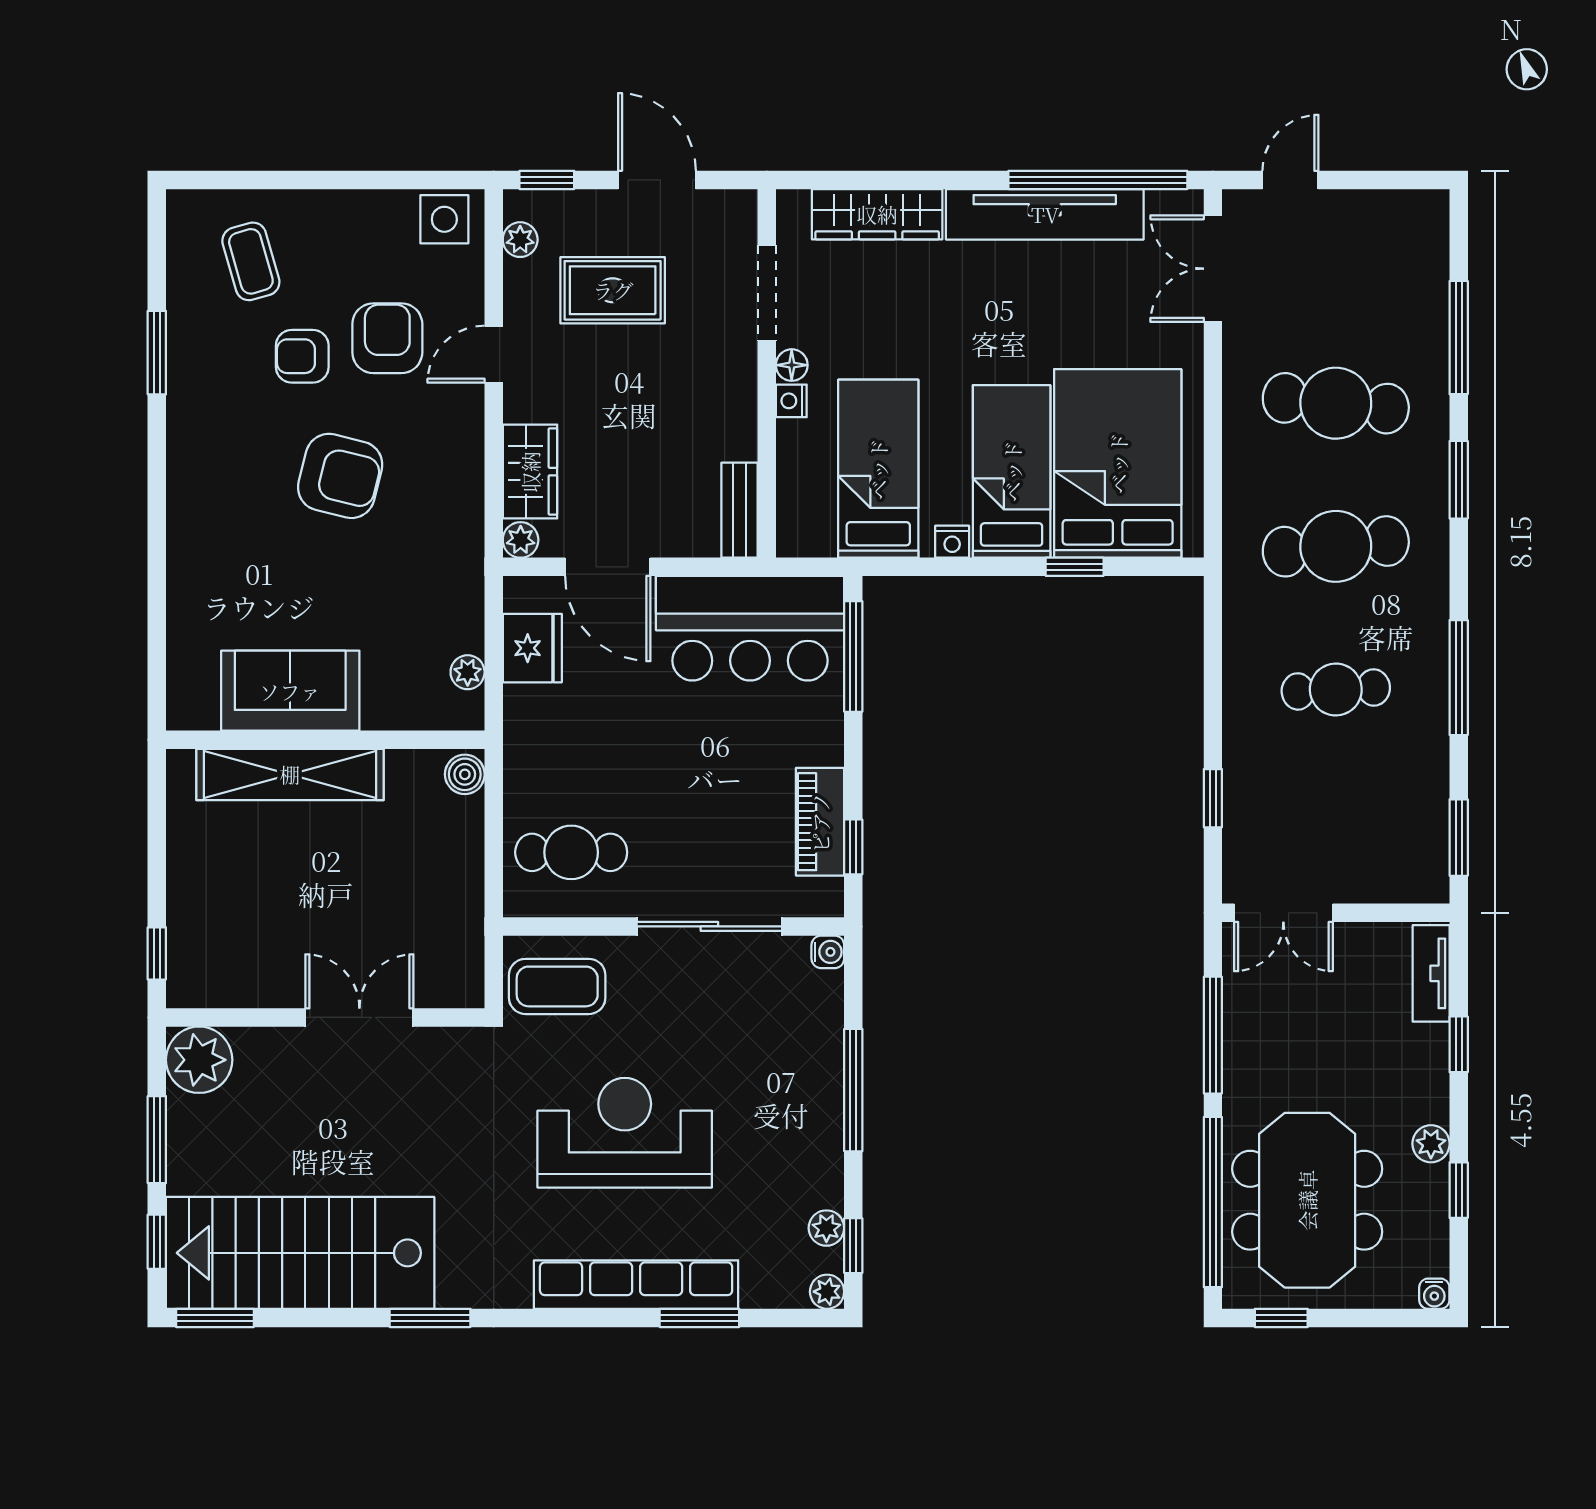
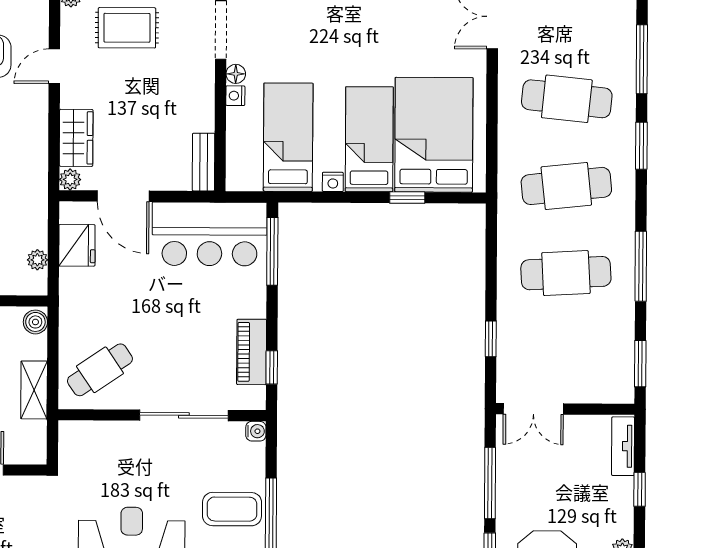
cafe table: (1336, 689) -> (566, 273), width x1.37, depth x1.35
cafe table: (571, 852) -> (100, 370), turned -34
shelving: (463, 886) -> (34, 390), added
coffee table: (557, 986) -> (232, 509), moved

